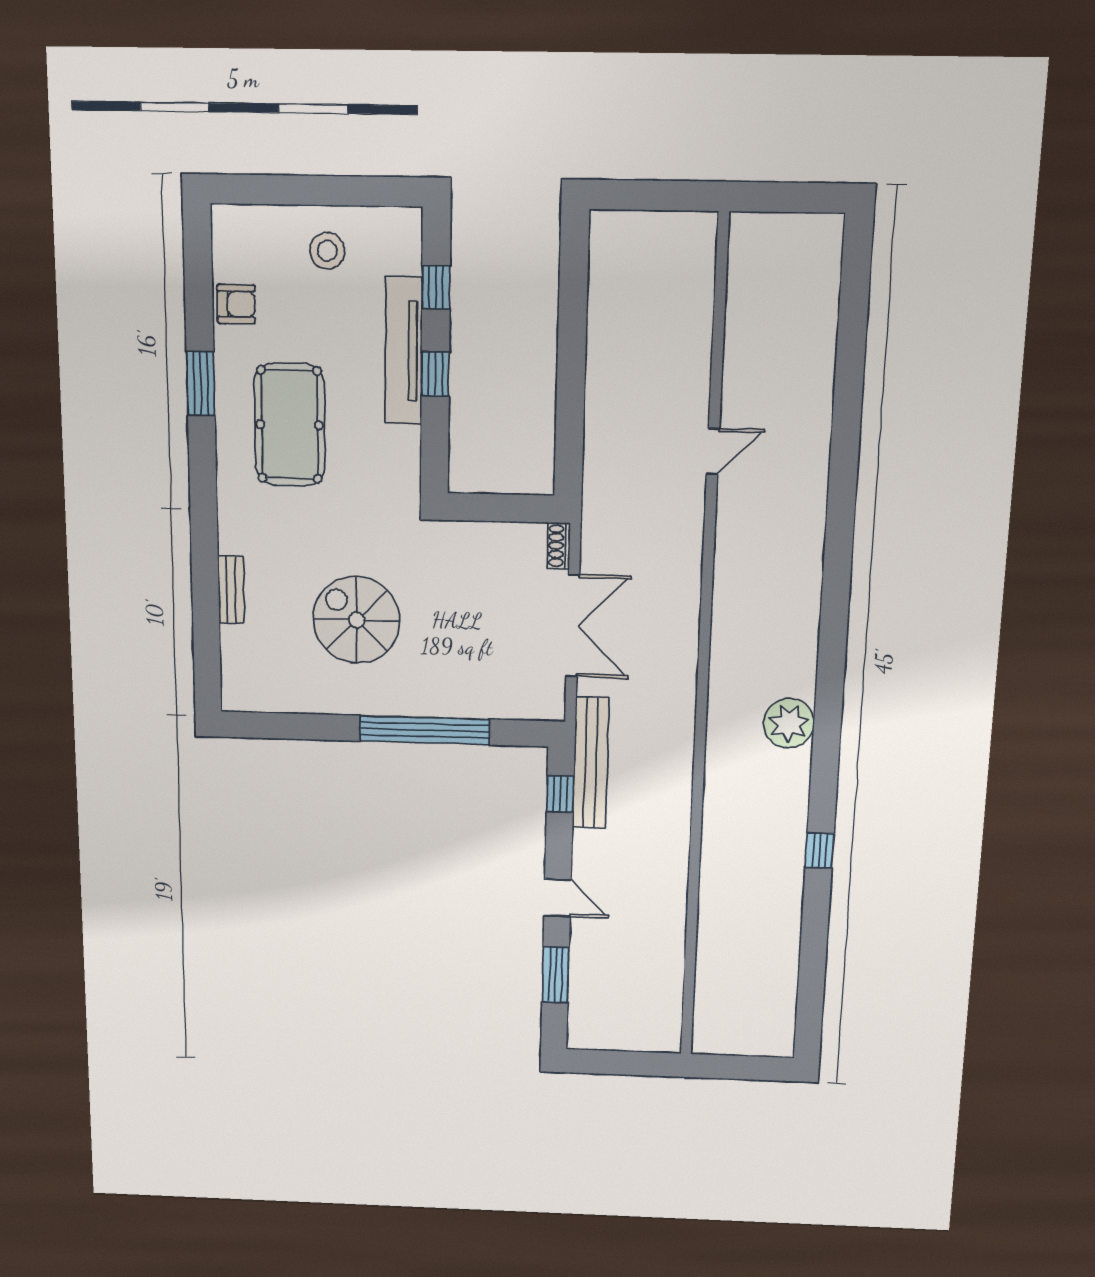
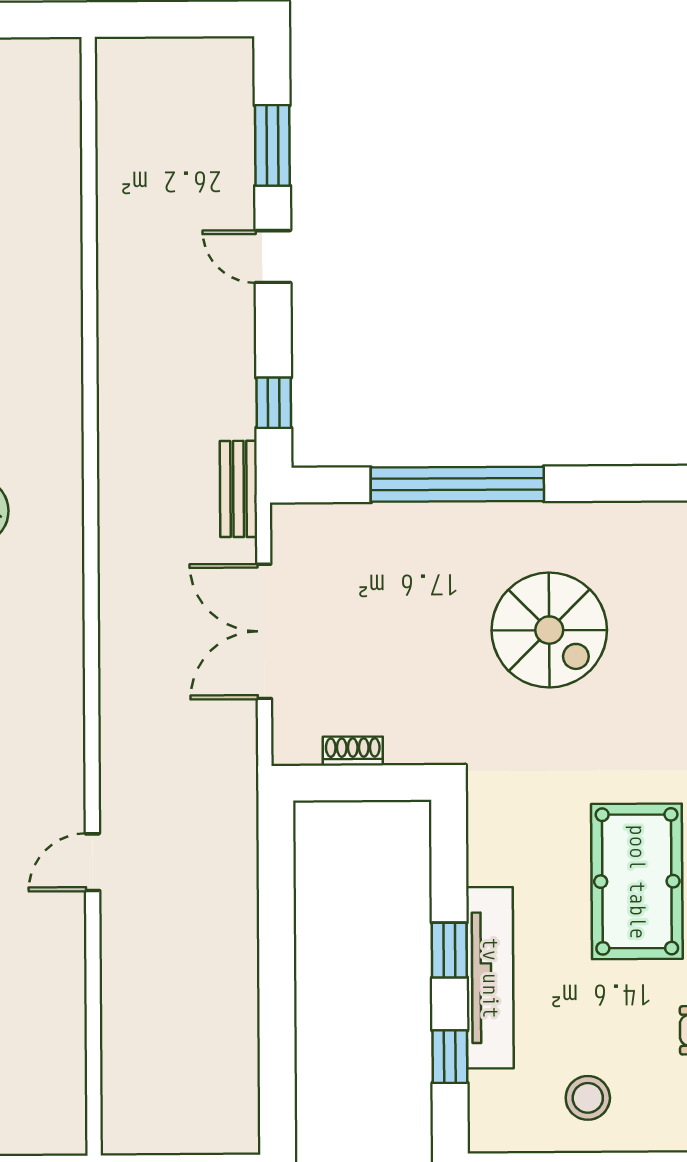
shoe rack: (559, 546) -> (353, 751), moved, turned -90
bench: (591, 763) -> (238, 489), width x0.54, depth x0.82

